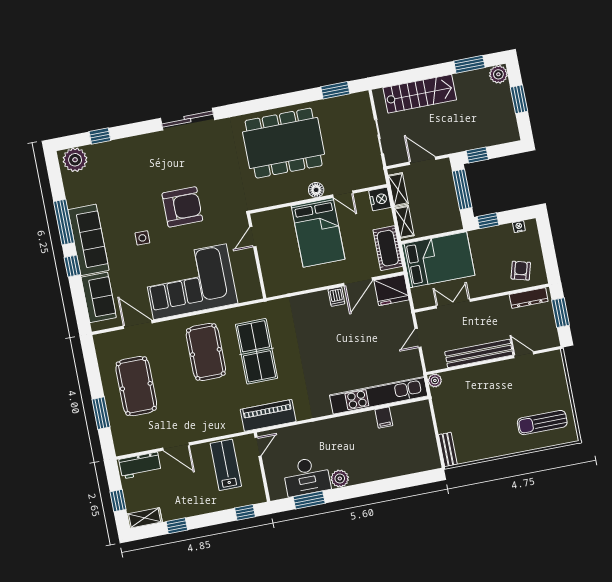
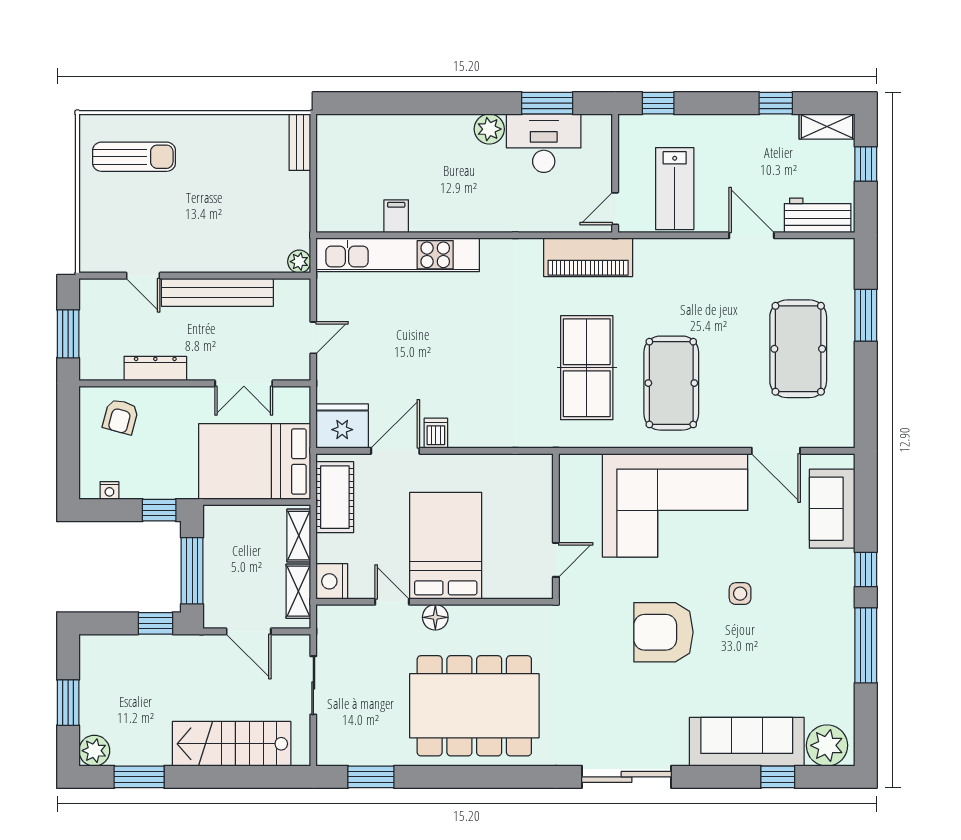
sofa: (88, 240) -> (747, 742), moved, turned 90
dresser: (529, 298) -> (155, 369), moved

